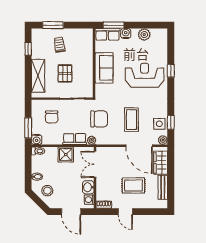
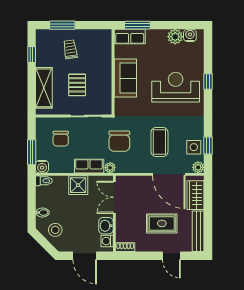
water cooler: (126, 33) -> (190, 35), moved
chair: (99, 119) -> (119, 141), turned 90
bench: (163, 187) -> (198, 231), width x1.36
door: (125, 212) -> (171, 256), moved

